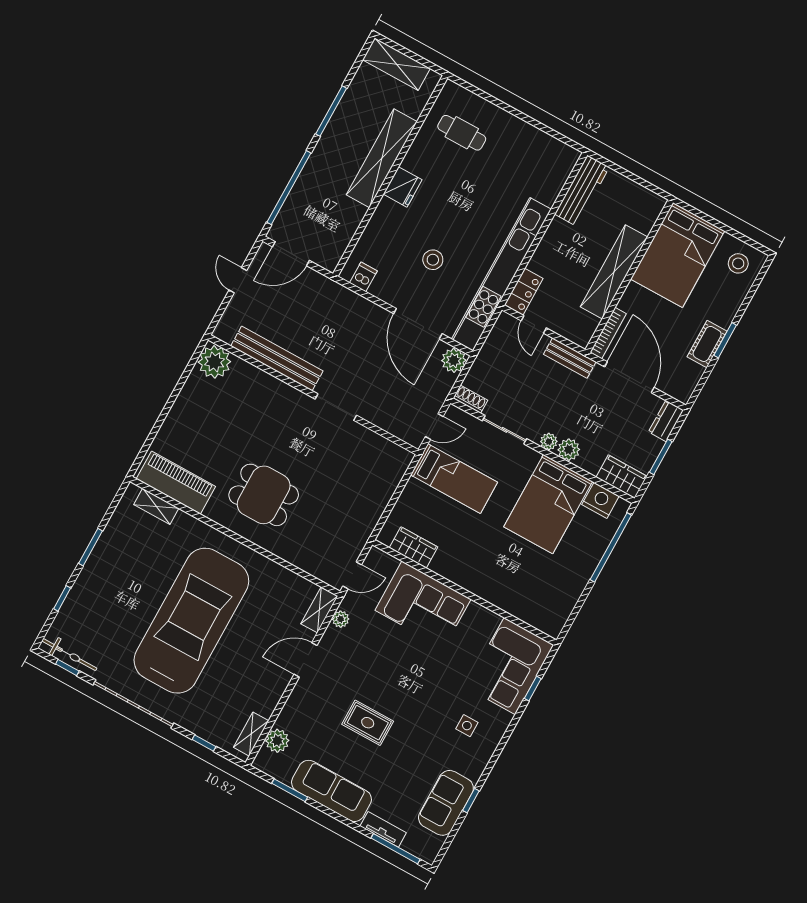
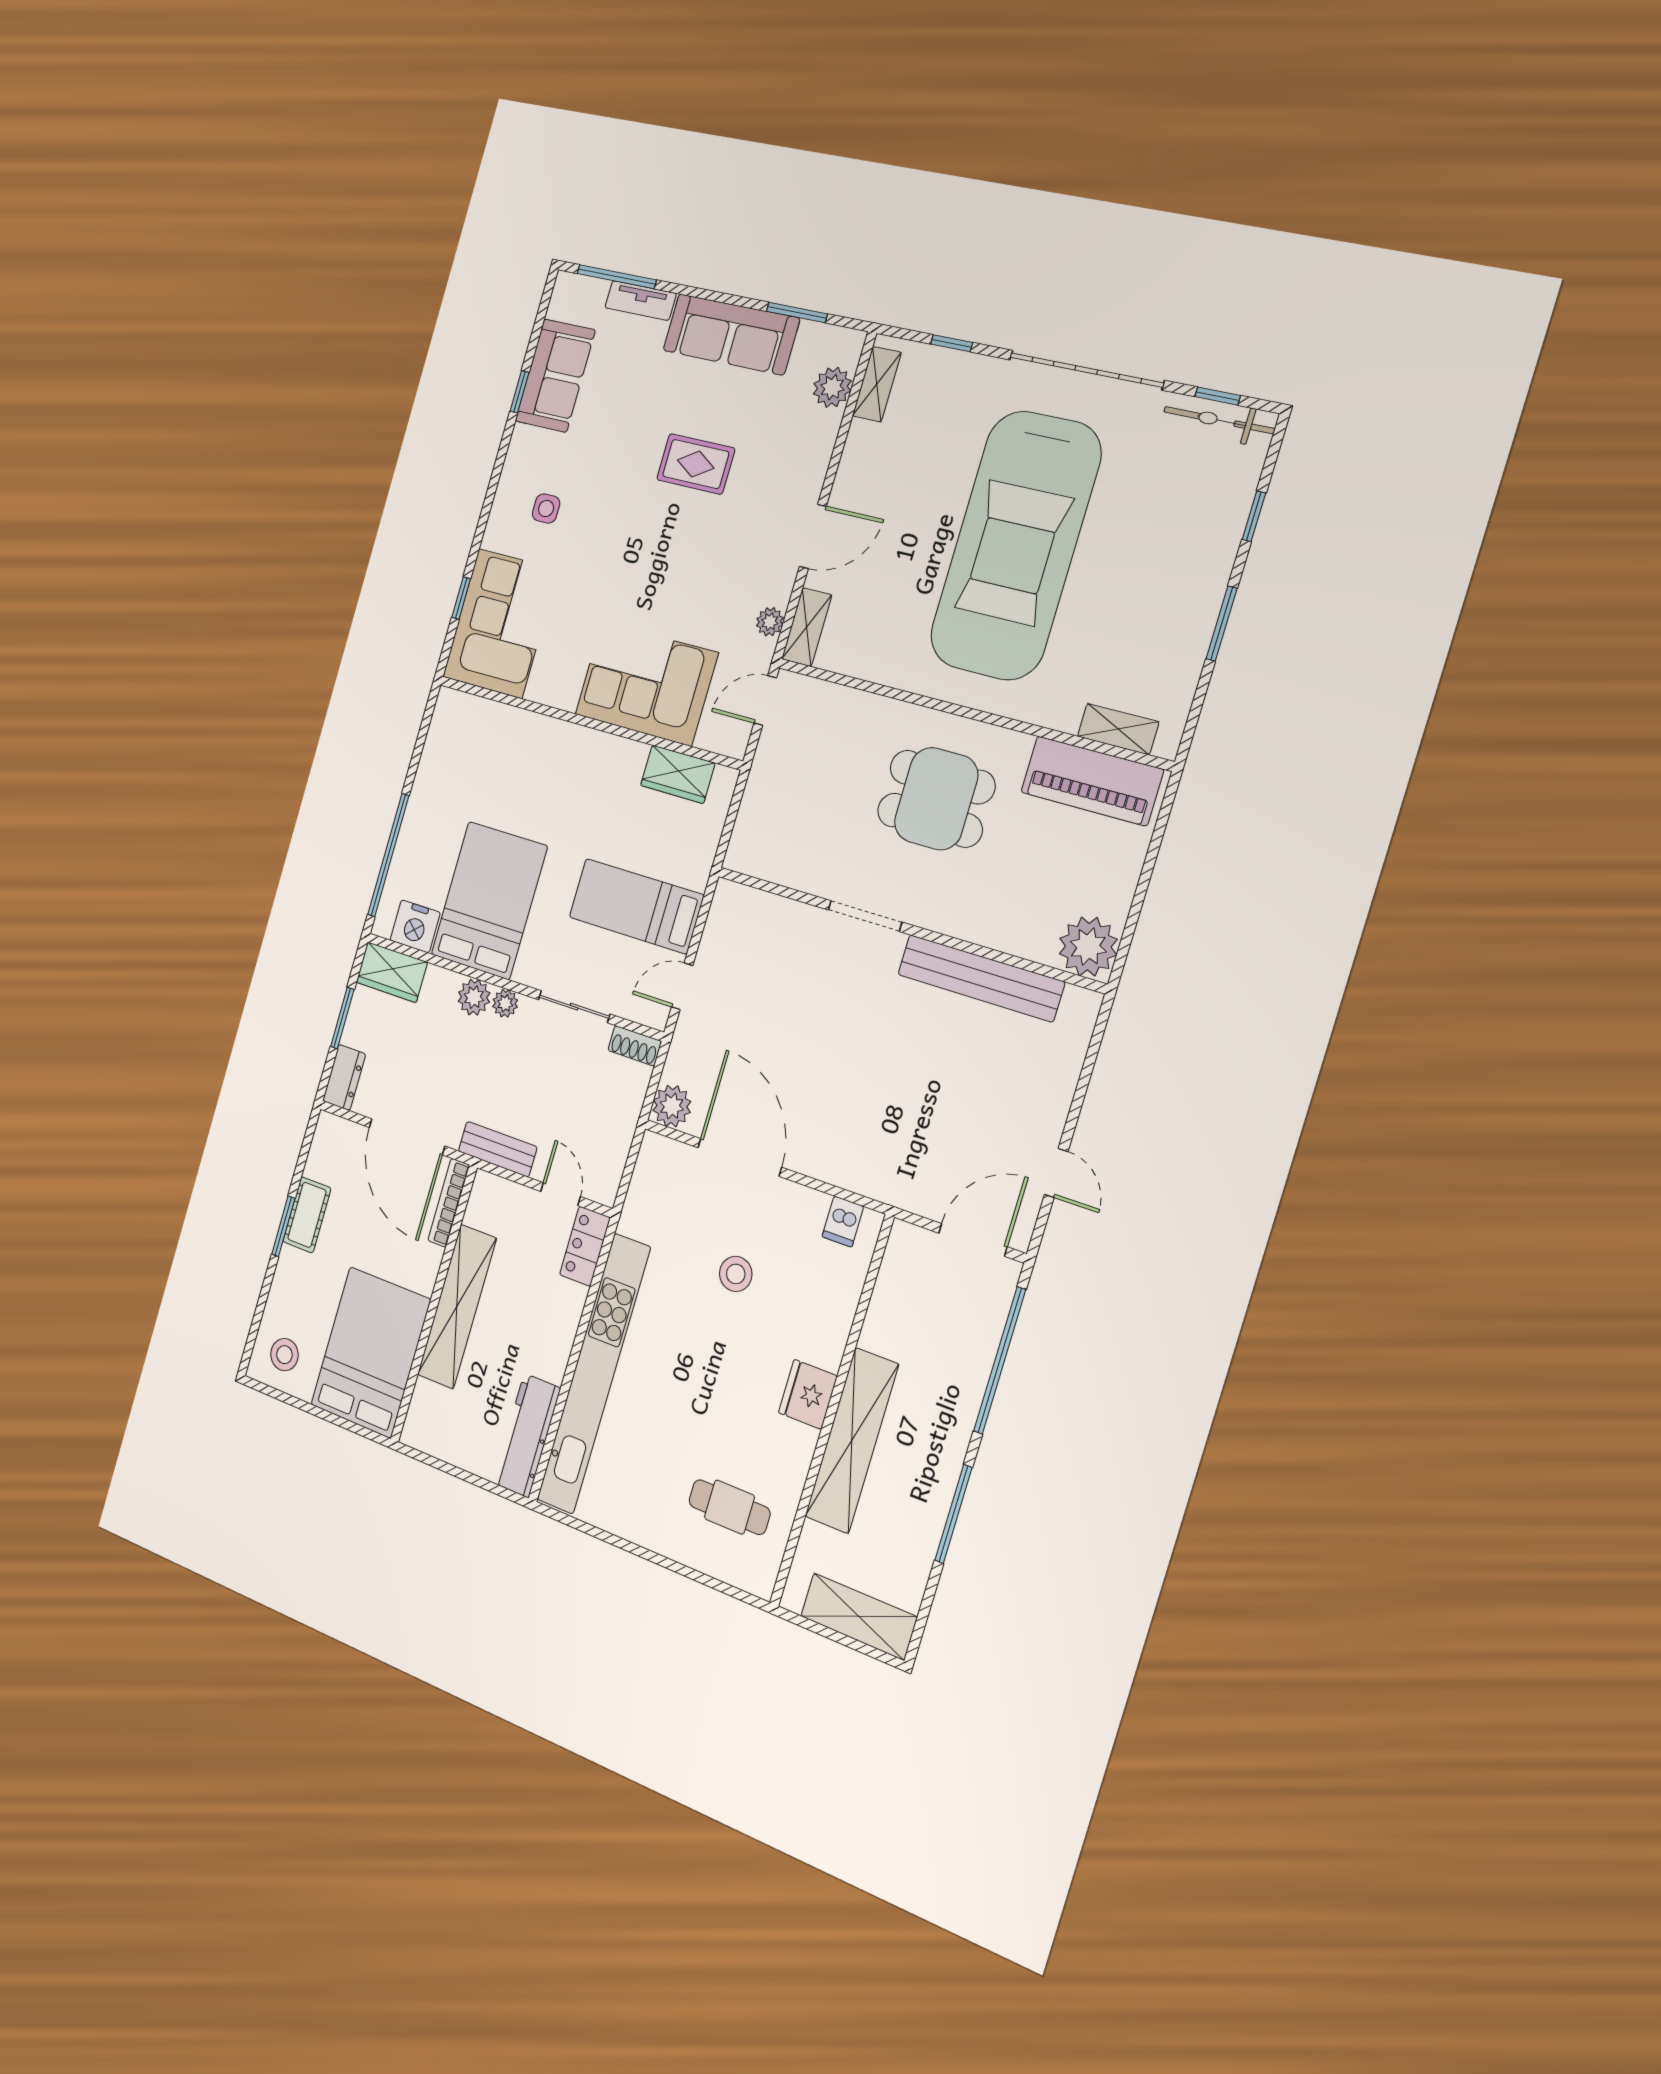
kitchen unit: (501, 274) -> (594, 1374), moved
bench: (277, 358) -> (981, 978), moved
plant: (214, 362) -> (1088, 947), moved
wall: (313, 395) -> (907, 929), moved
doorway: (336, 407) -> (865, 916), moved

